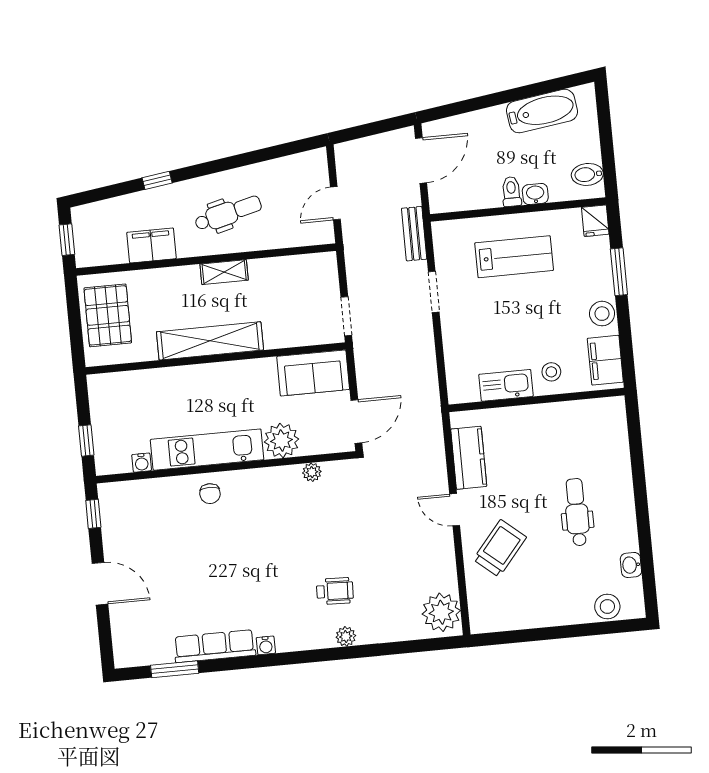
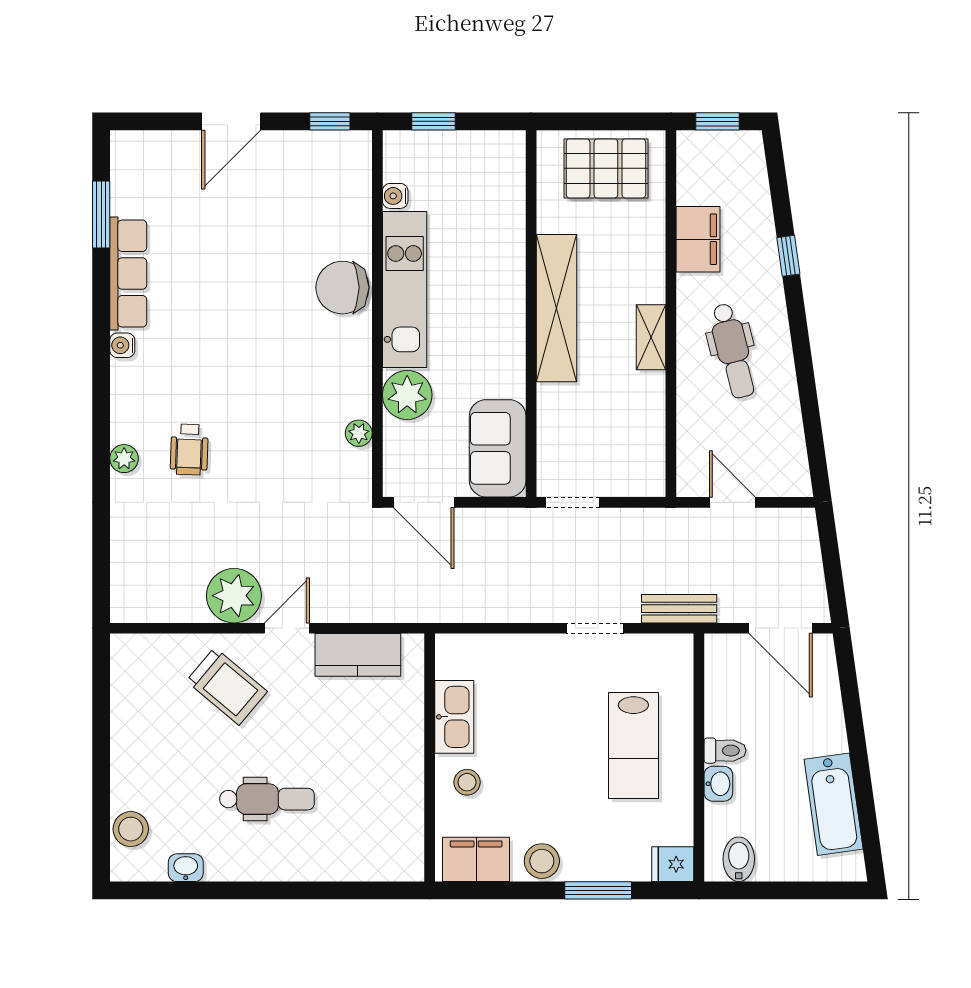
chair: (210, 494) -> (342, 288), width x1.87, depth x1.87
plant: (441, 612) -> (234, 596), moved

